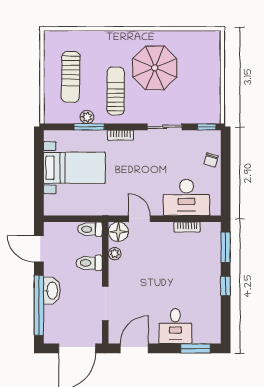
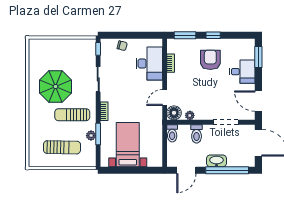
armchair: (192, 282) -> (210, 60), added

